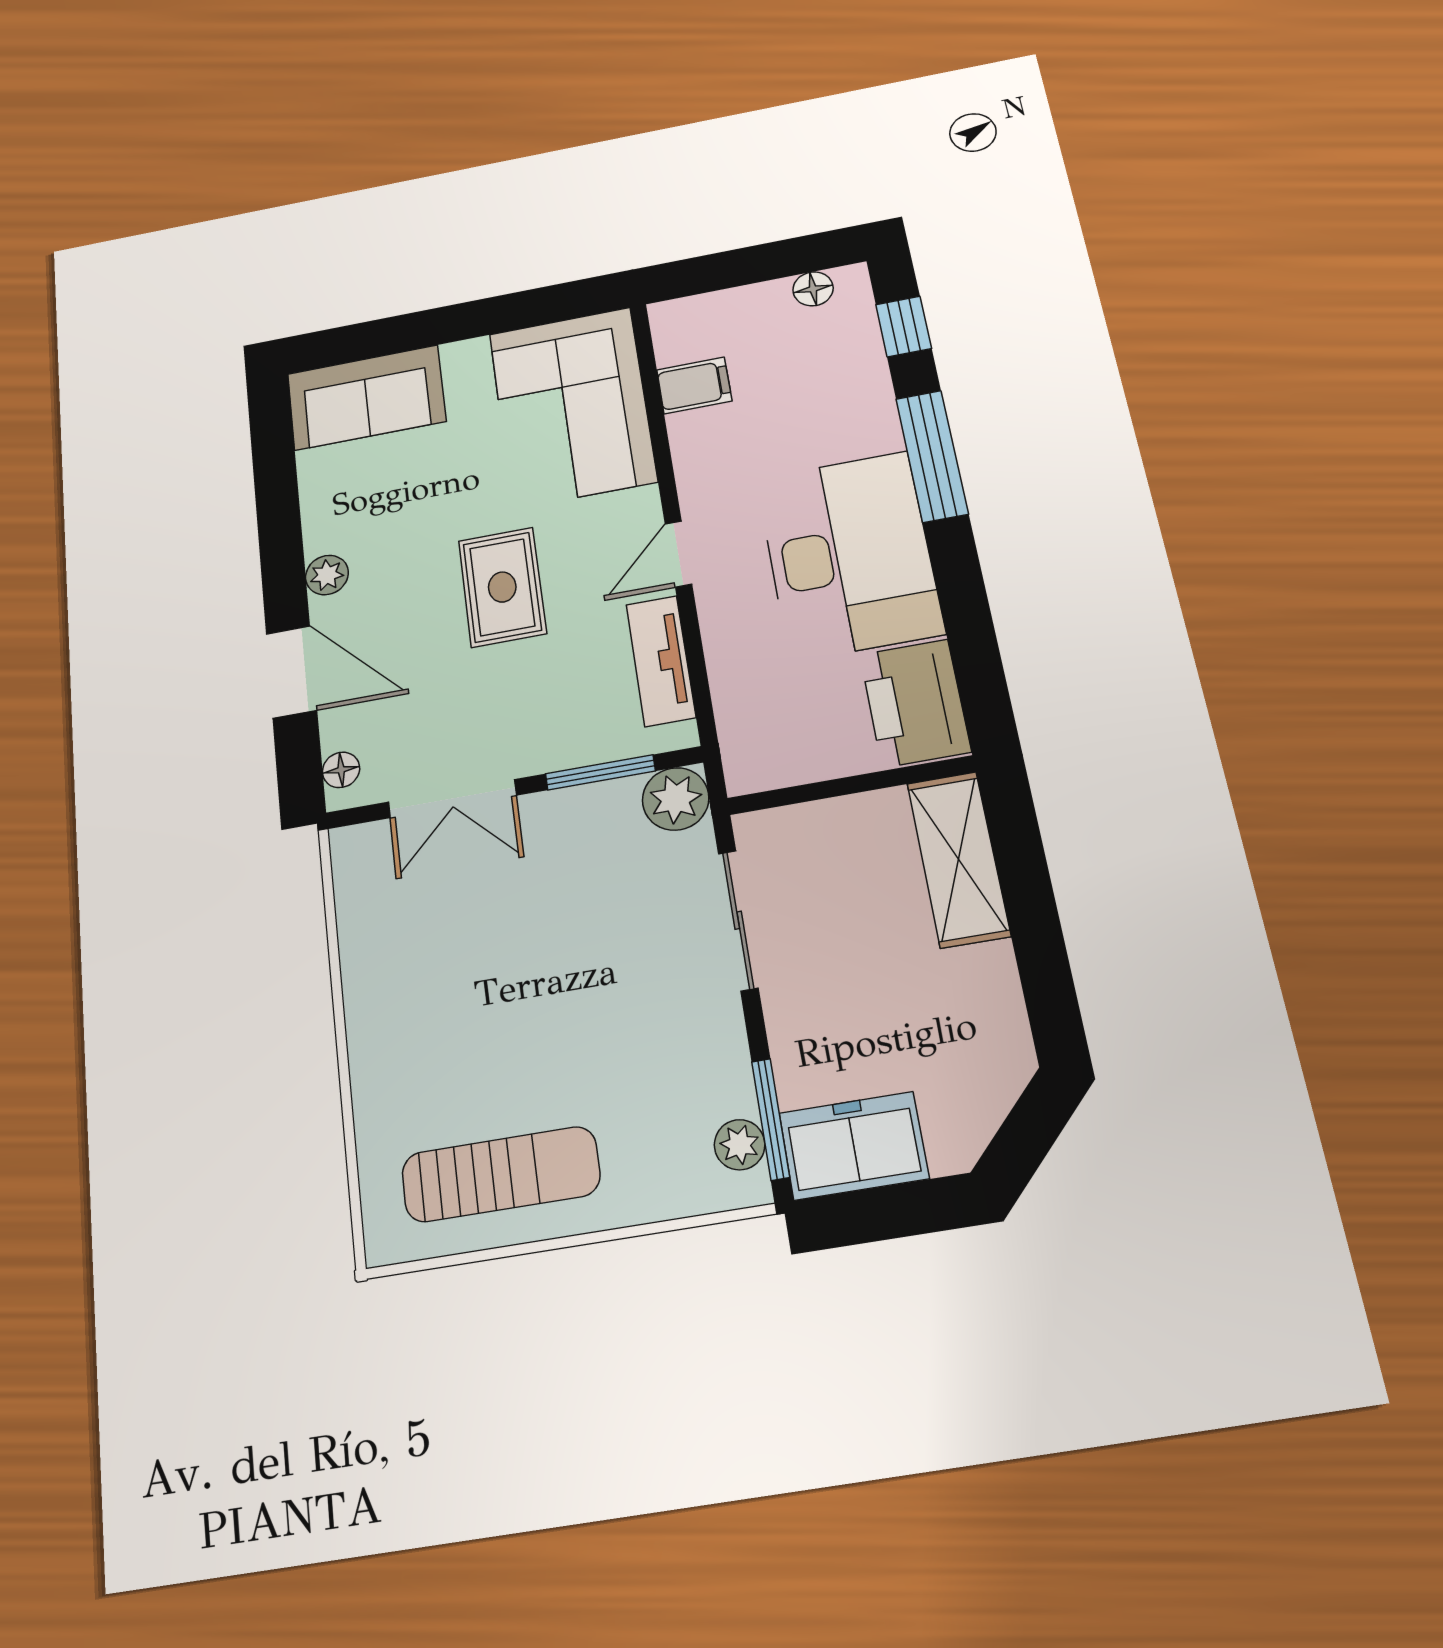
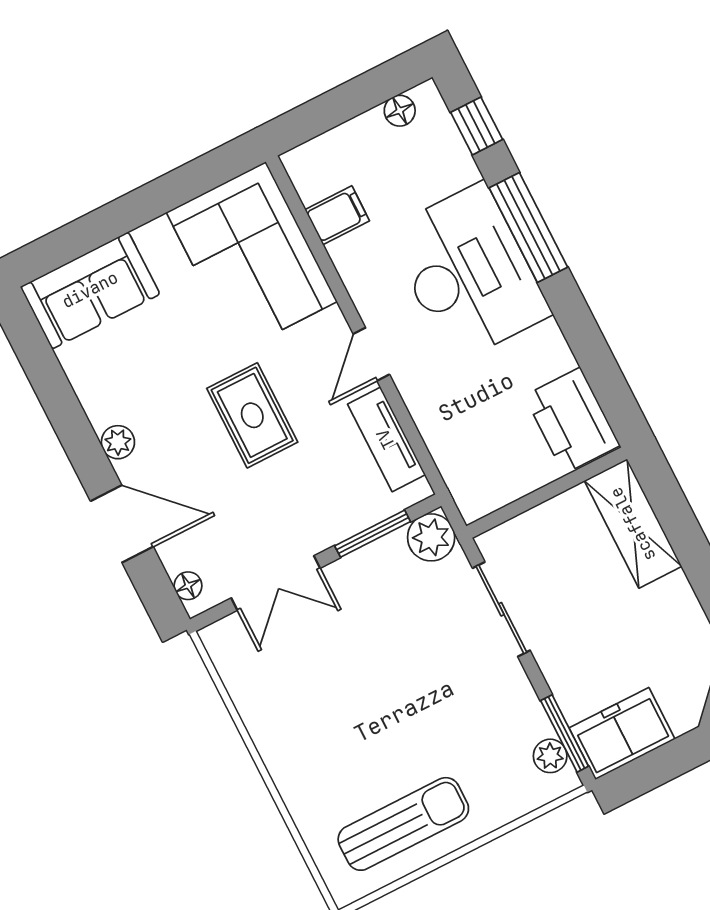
desk: (849, 555) -> (468, 273), moved

